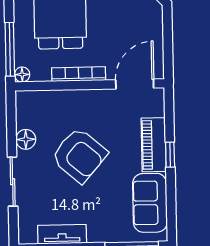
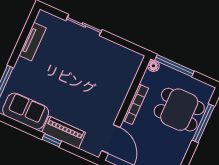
floor lamp: (26, 139) -> (108, 48), removed
armchair: (79, 155) -> (80, 79), removed

